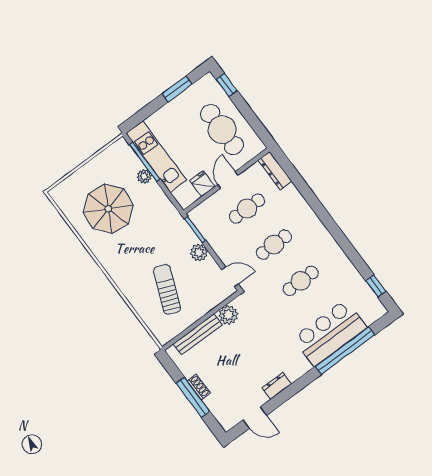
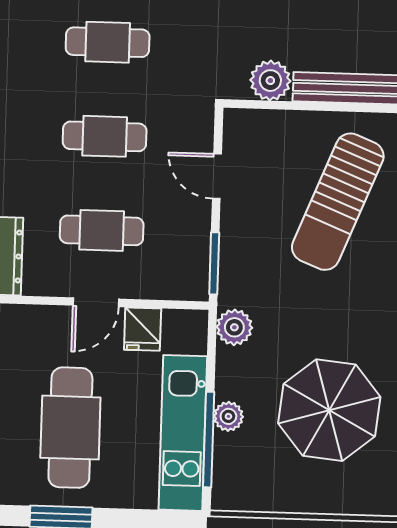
cafe table: (222, 130) -> (70, 428), moved
plant: (199, 253) -> (234, 327), moved
door: (230, 277) -> (217, 176), moved
sun lounger: (167, 289) -> (338, 202), width x1.36, depth x1.34

